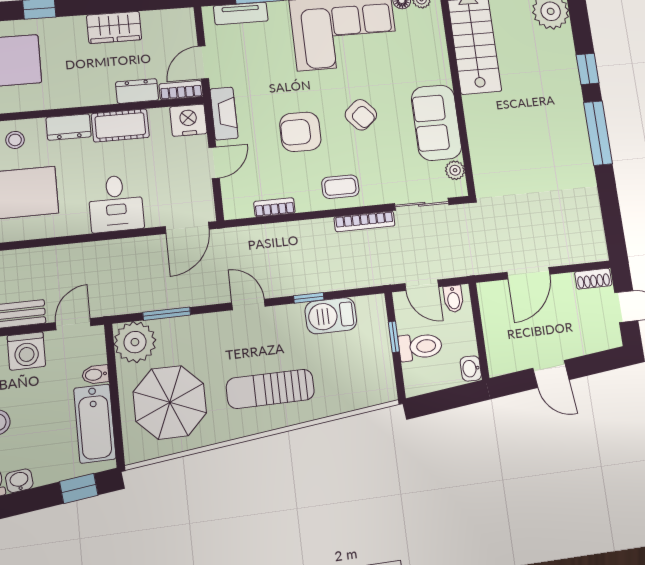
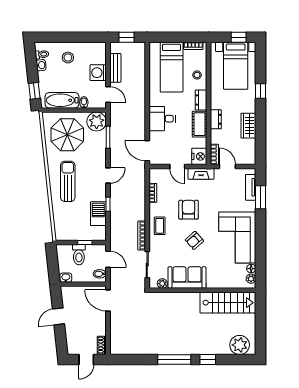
dresser: (137, 91) -> (216, 119), moved
door: (528, 273) -> (108, 300), moved
door: (422, 285) -> (108, 259), swing flipped

